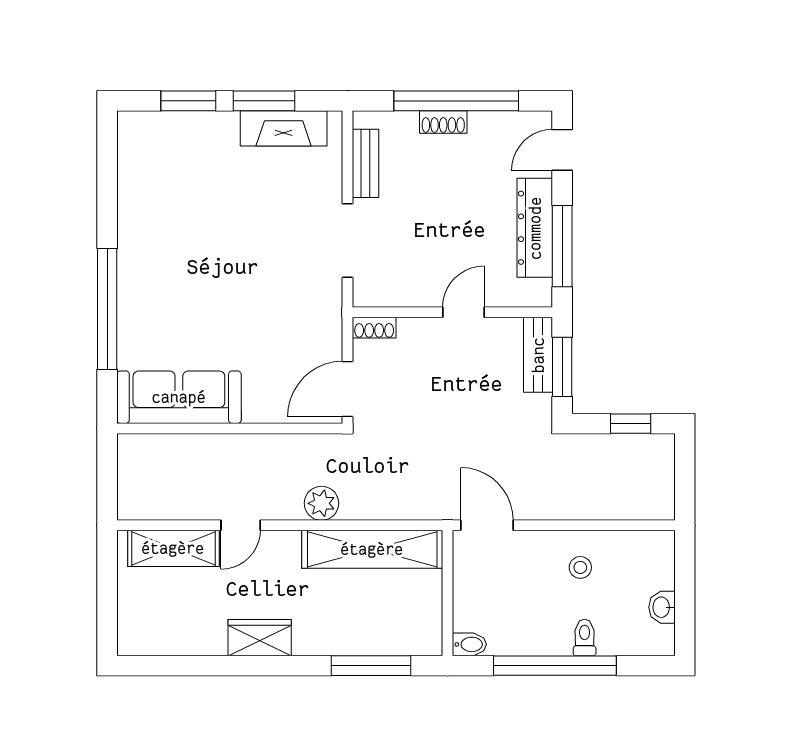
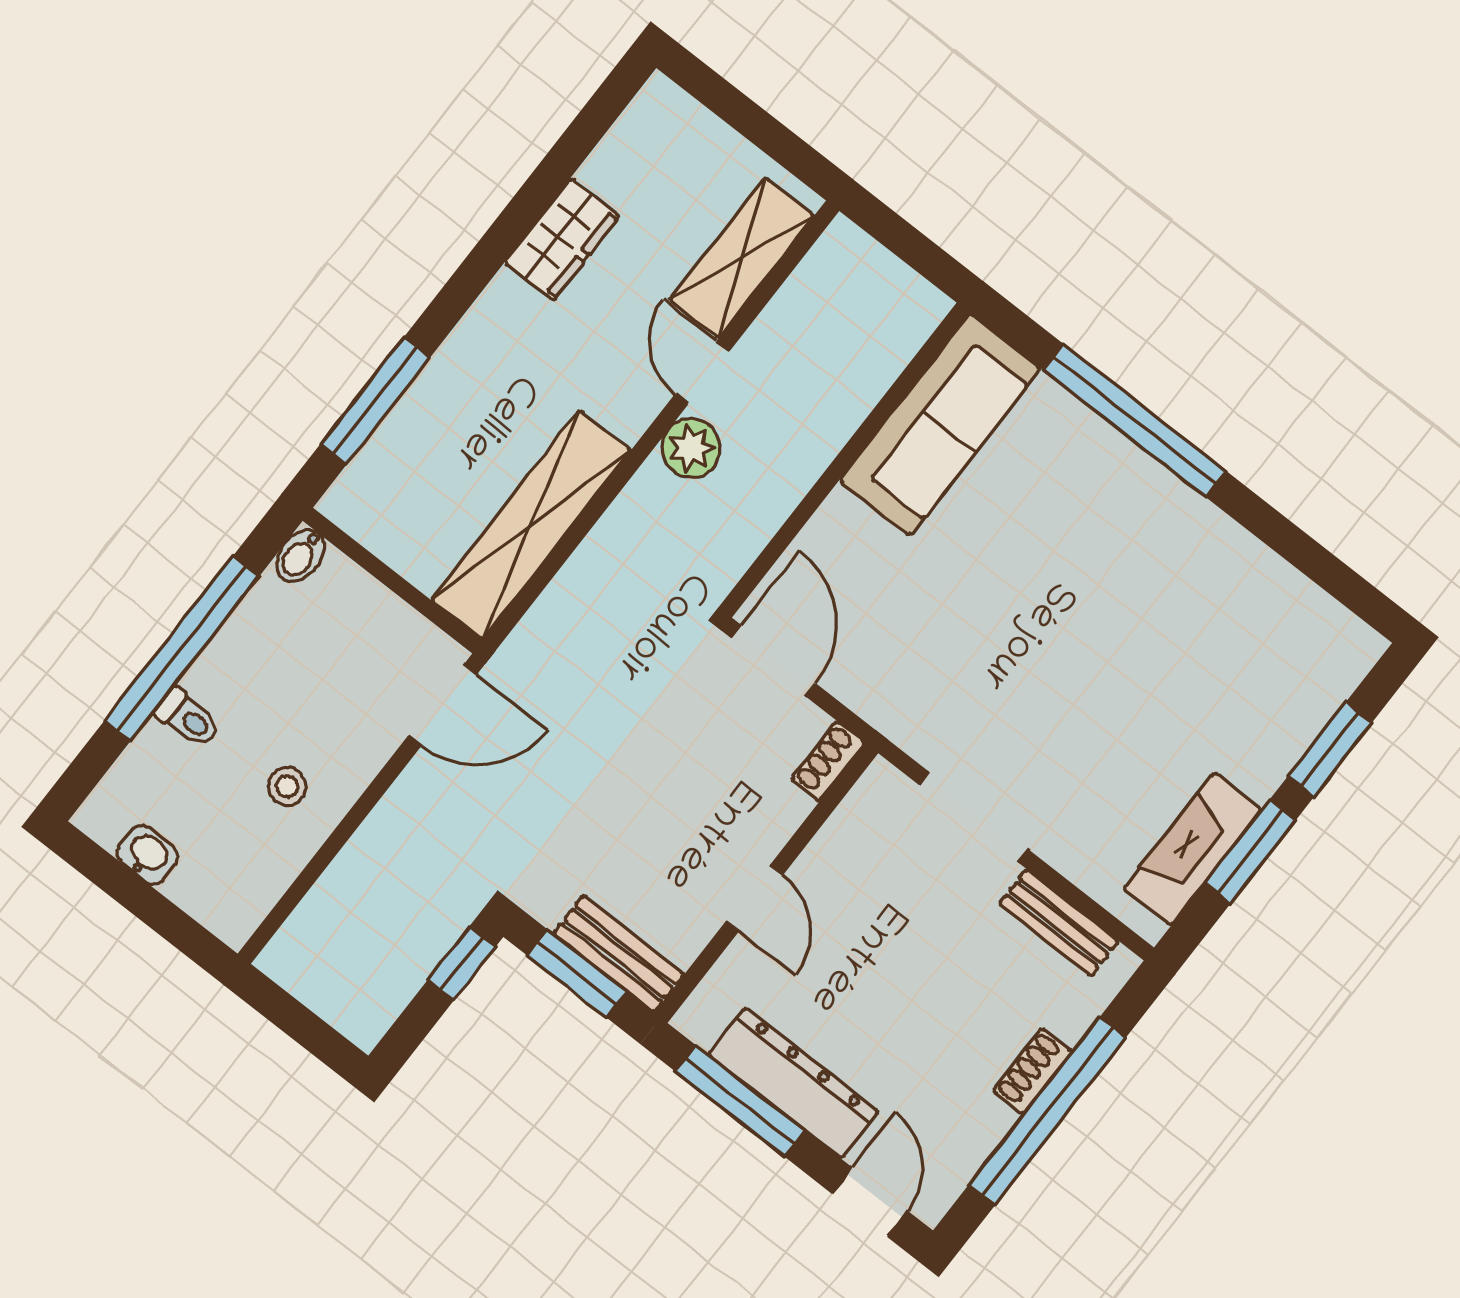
window: (631, 424) -> (462, 963), moved
plant: (321, 503) -> (691, 448), moved
wardrobe: (260, 638) -> (562, 239), moved

